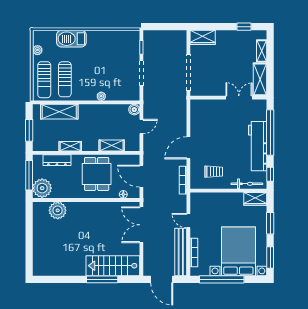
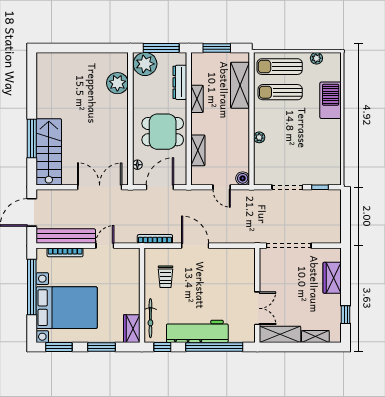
wardrobe: (203, 37) -> (332, 278), moved

